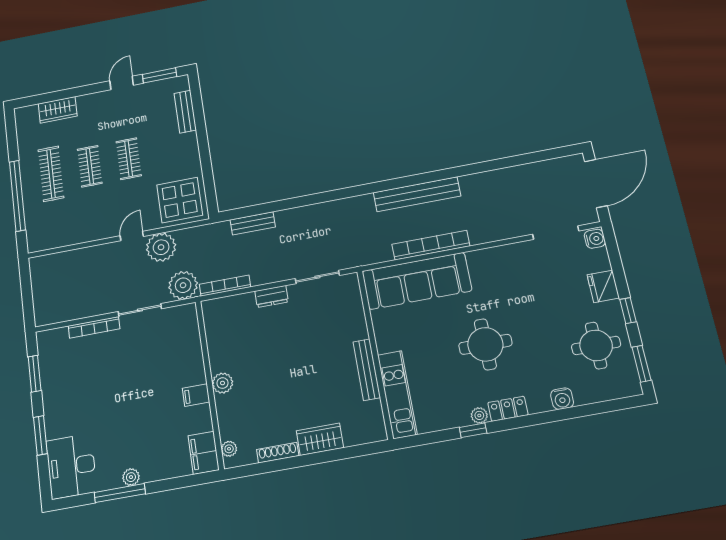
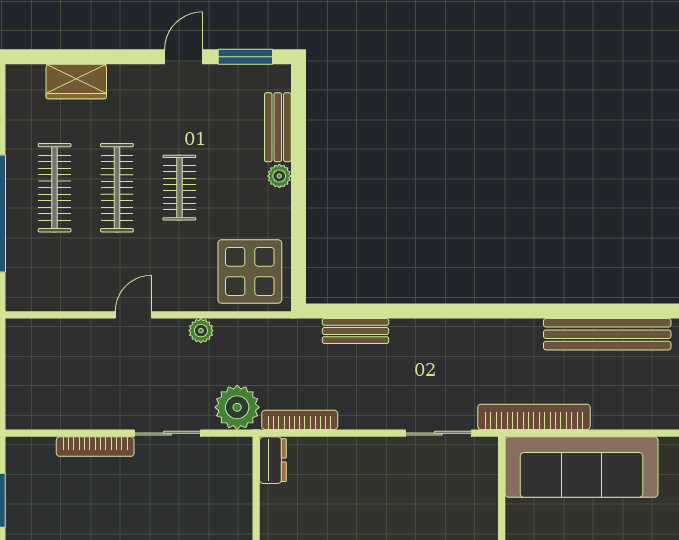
plant: (190, 140) -> (279, 176), added
clothes rail: (90, 166) -> (117, 188), width x1.36
door: (132, 236) -> (133, 315), moved
bookcase: (431, 245) -> (534, 417), moved
plant: (161, 247) -> (201, 331), width x0.53, depth x0.53
dresser: (272, 296) -> (273, 460), moved, turned -90

